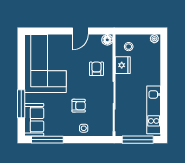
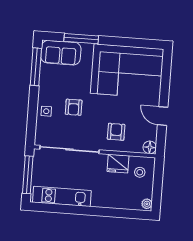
armchair: (96, 69) -> (116, 132), turned -90

